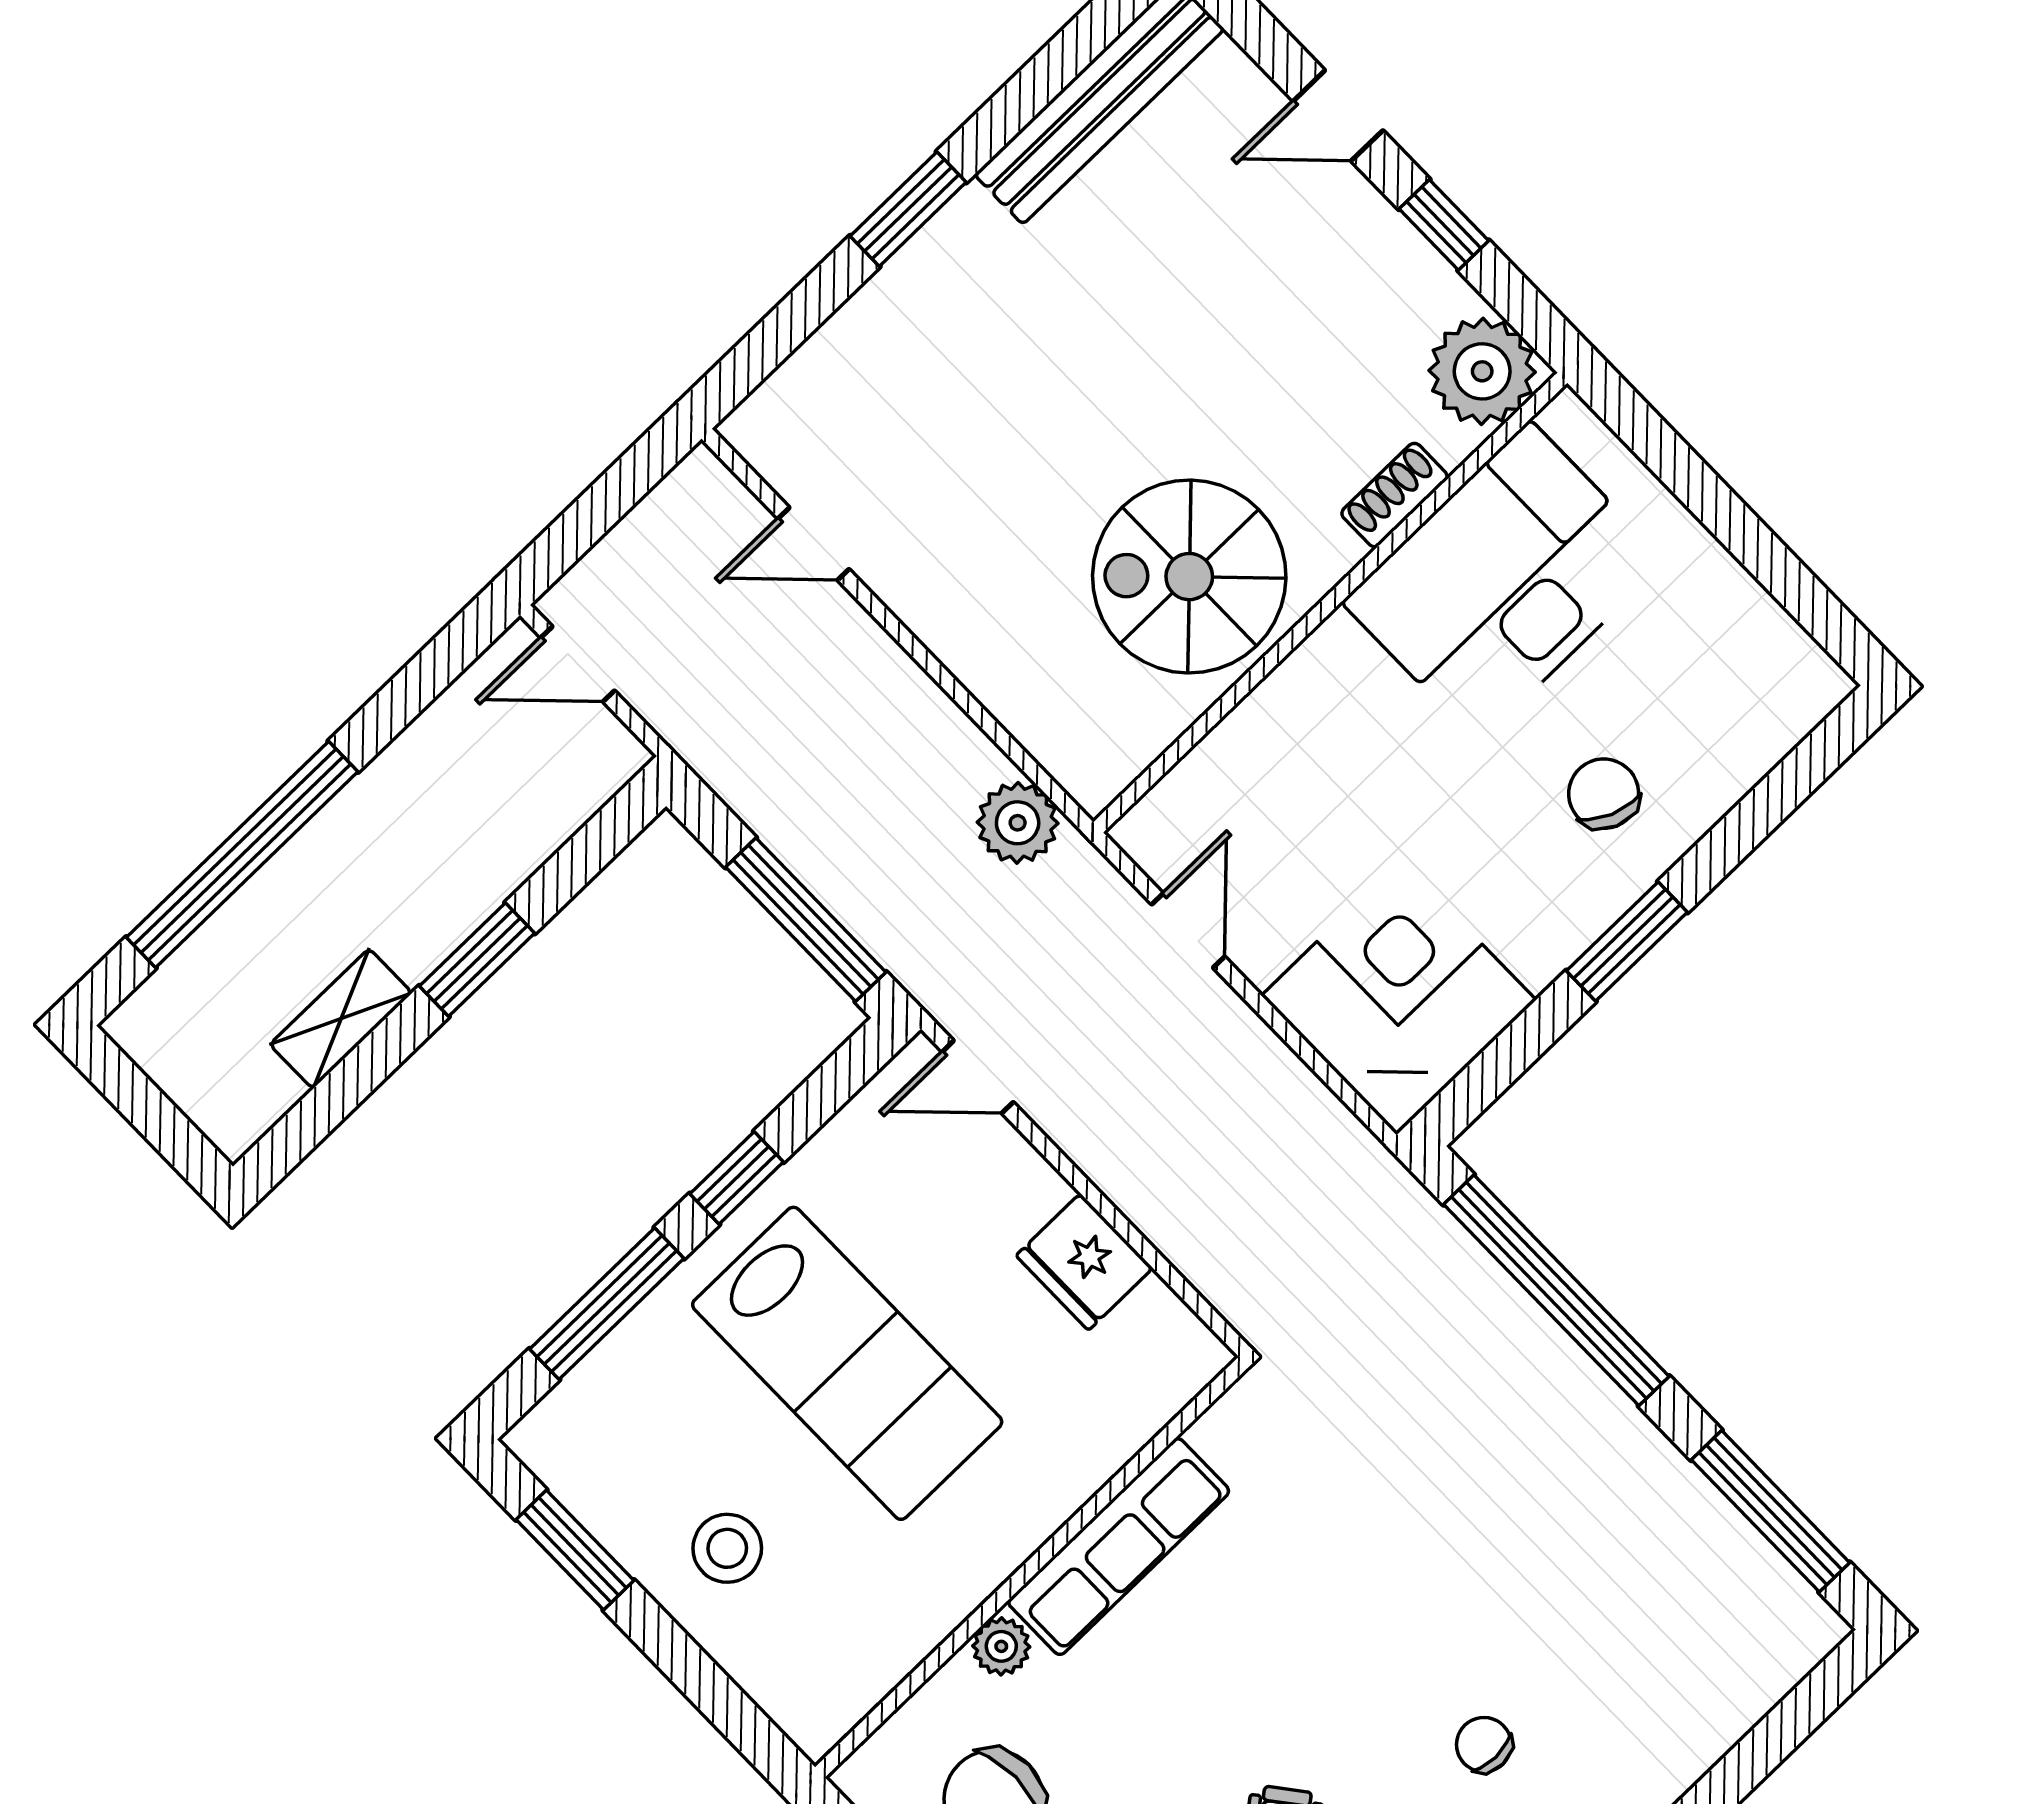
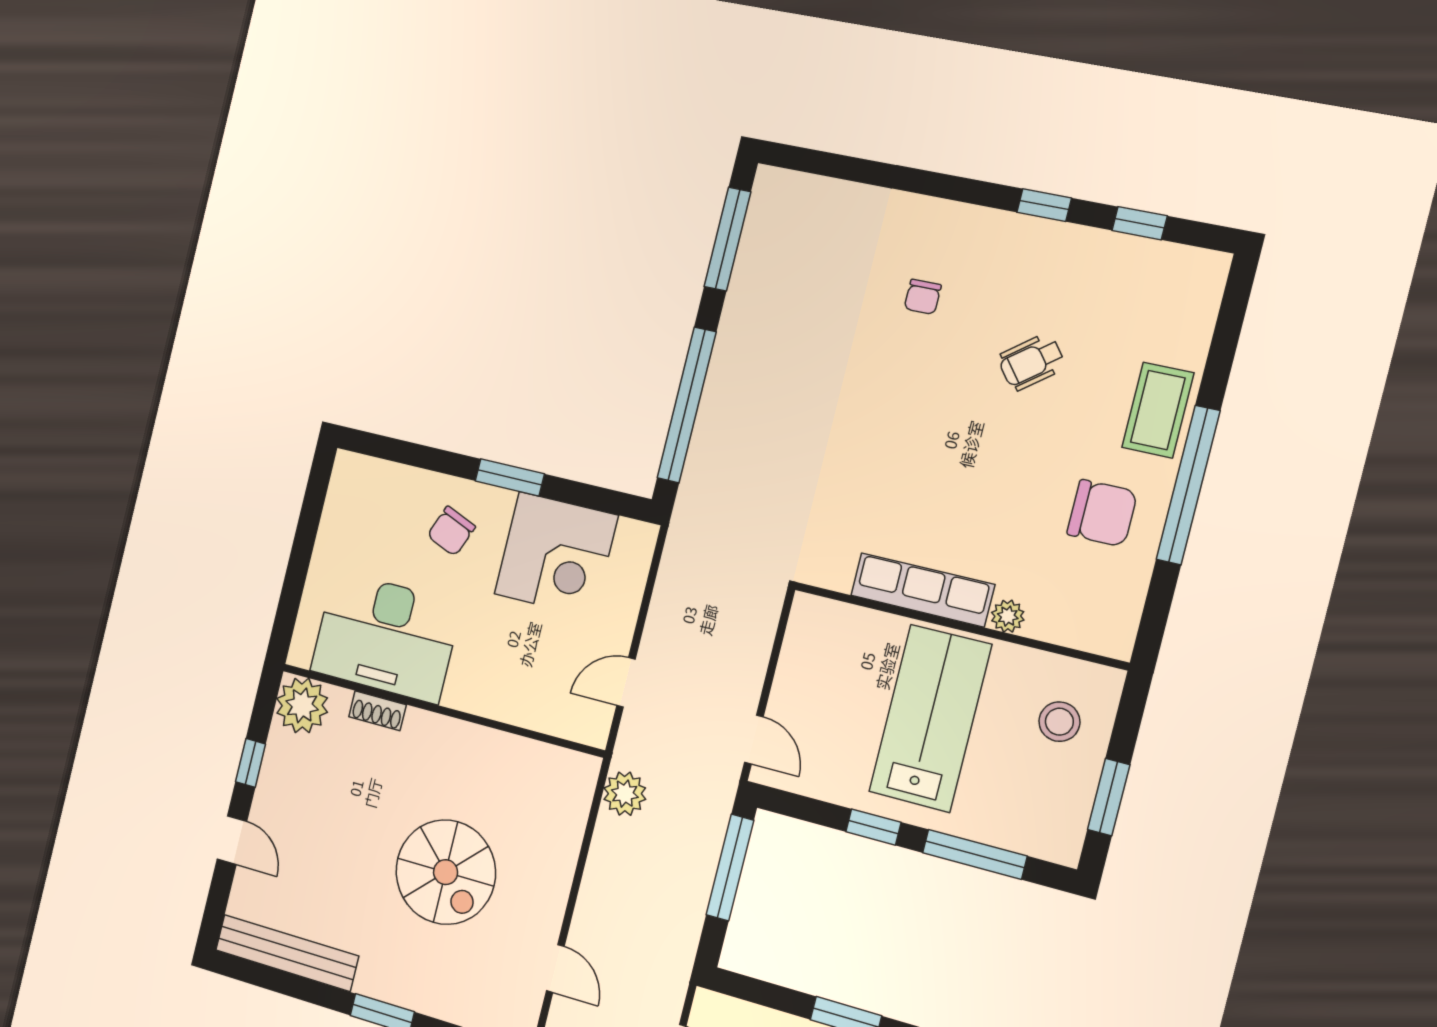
spiral stairs: (1189, 577) -> (446, 872), moved
corner desk: (1399, 998) -> (556, 555), moved, turned -90
fridge: (1084, 1262) -> (810, 634), removed
row of seats: (1119, 1547) -> (922, 590), moved
wall: (1032, 1567) -> (959, 626), moved
plant: (1001, 1646) -> (1008, 616), moved

